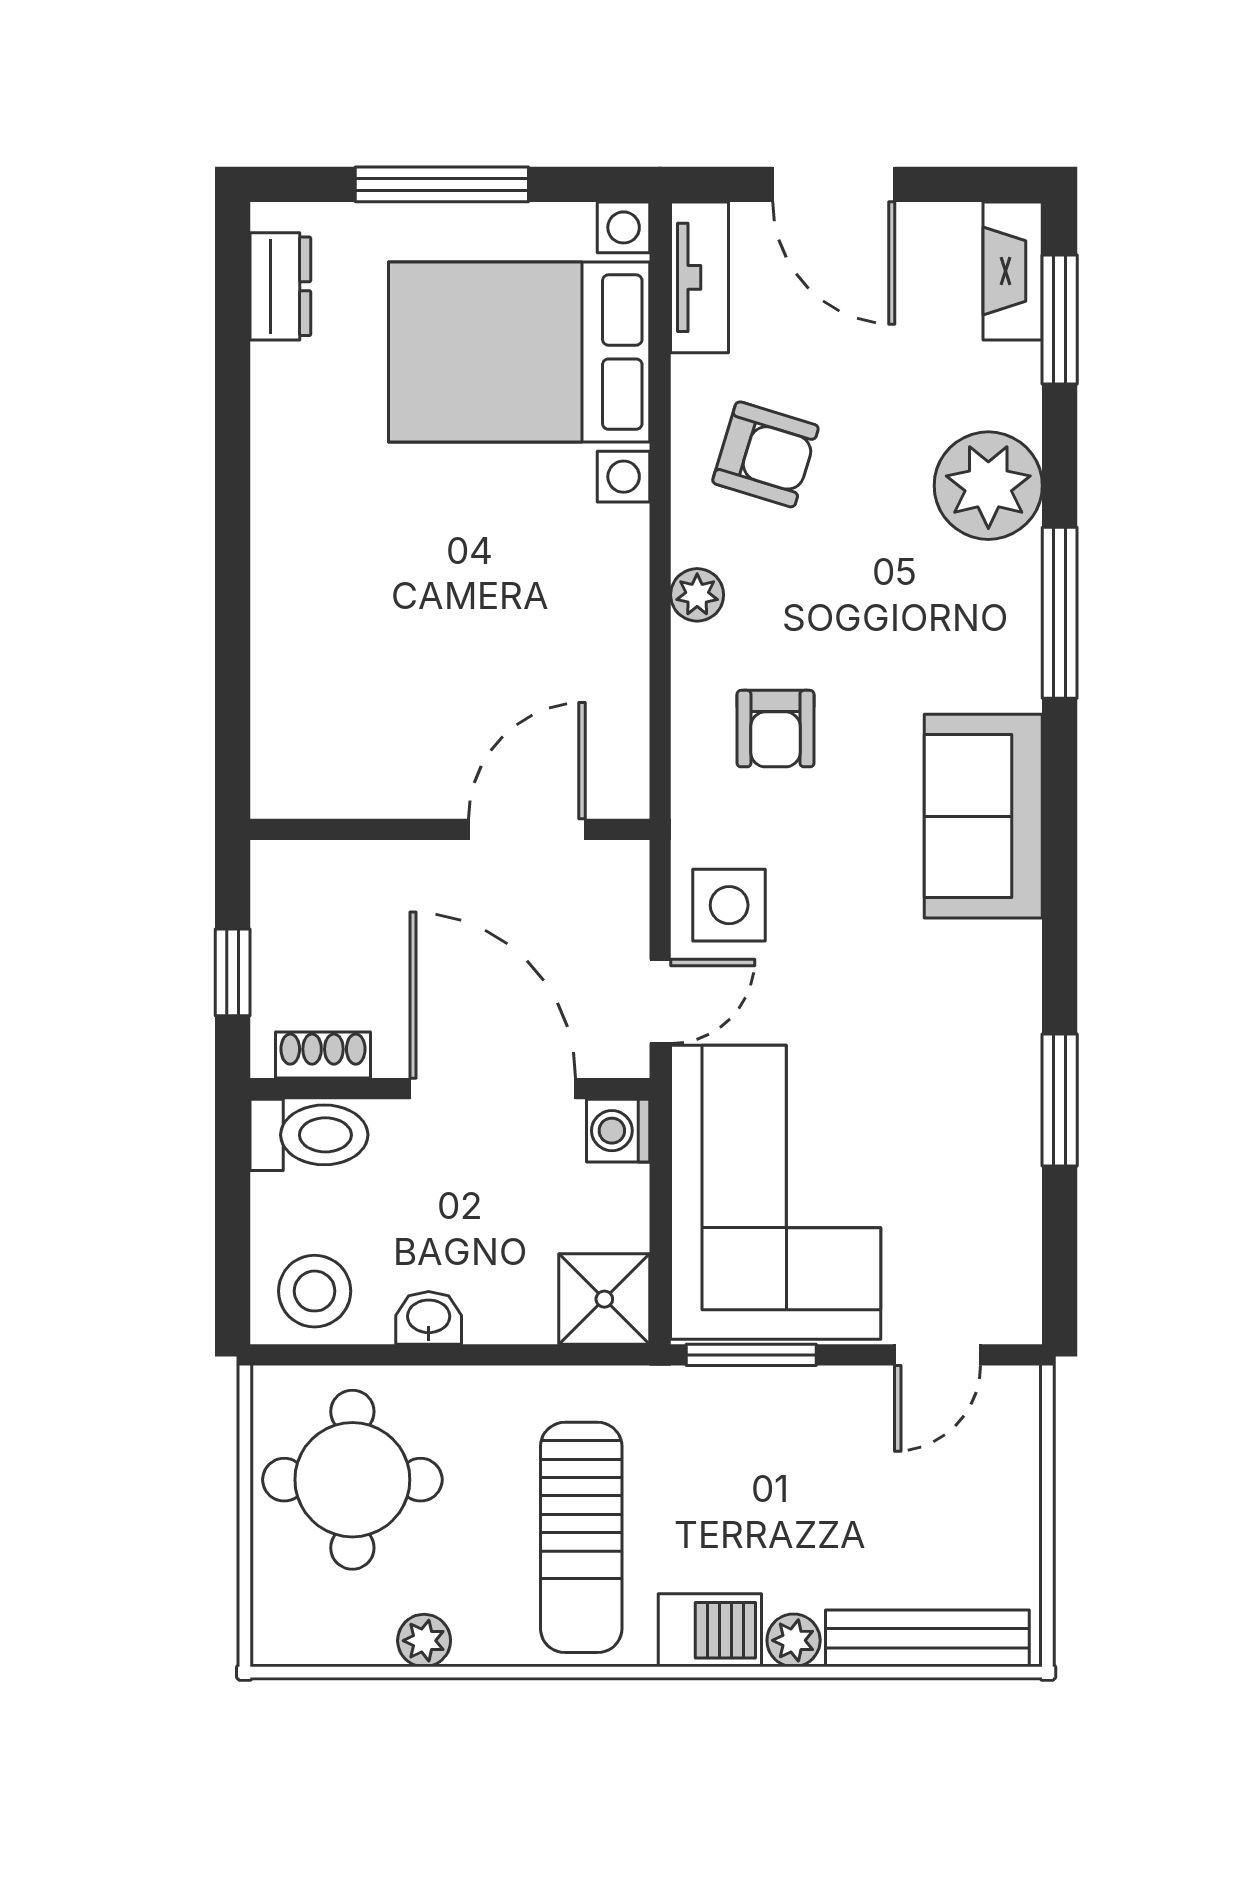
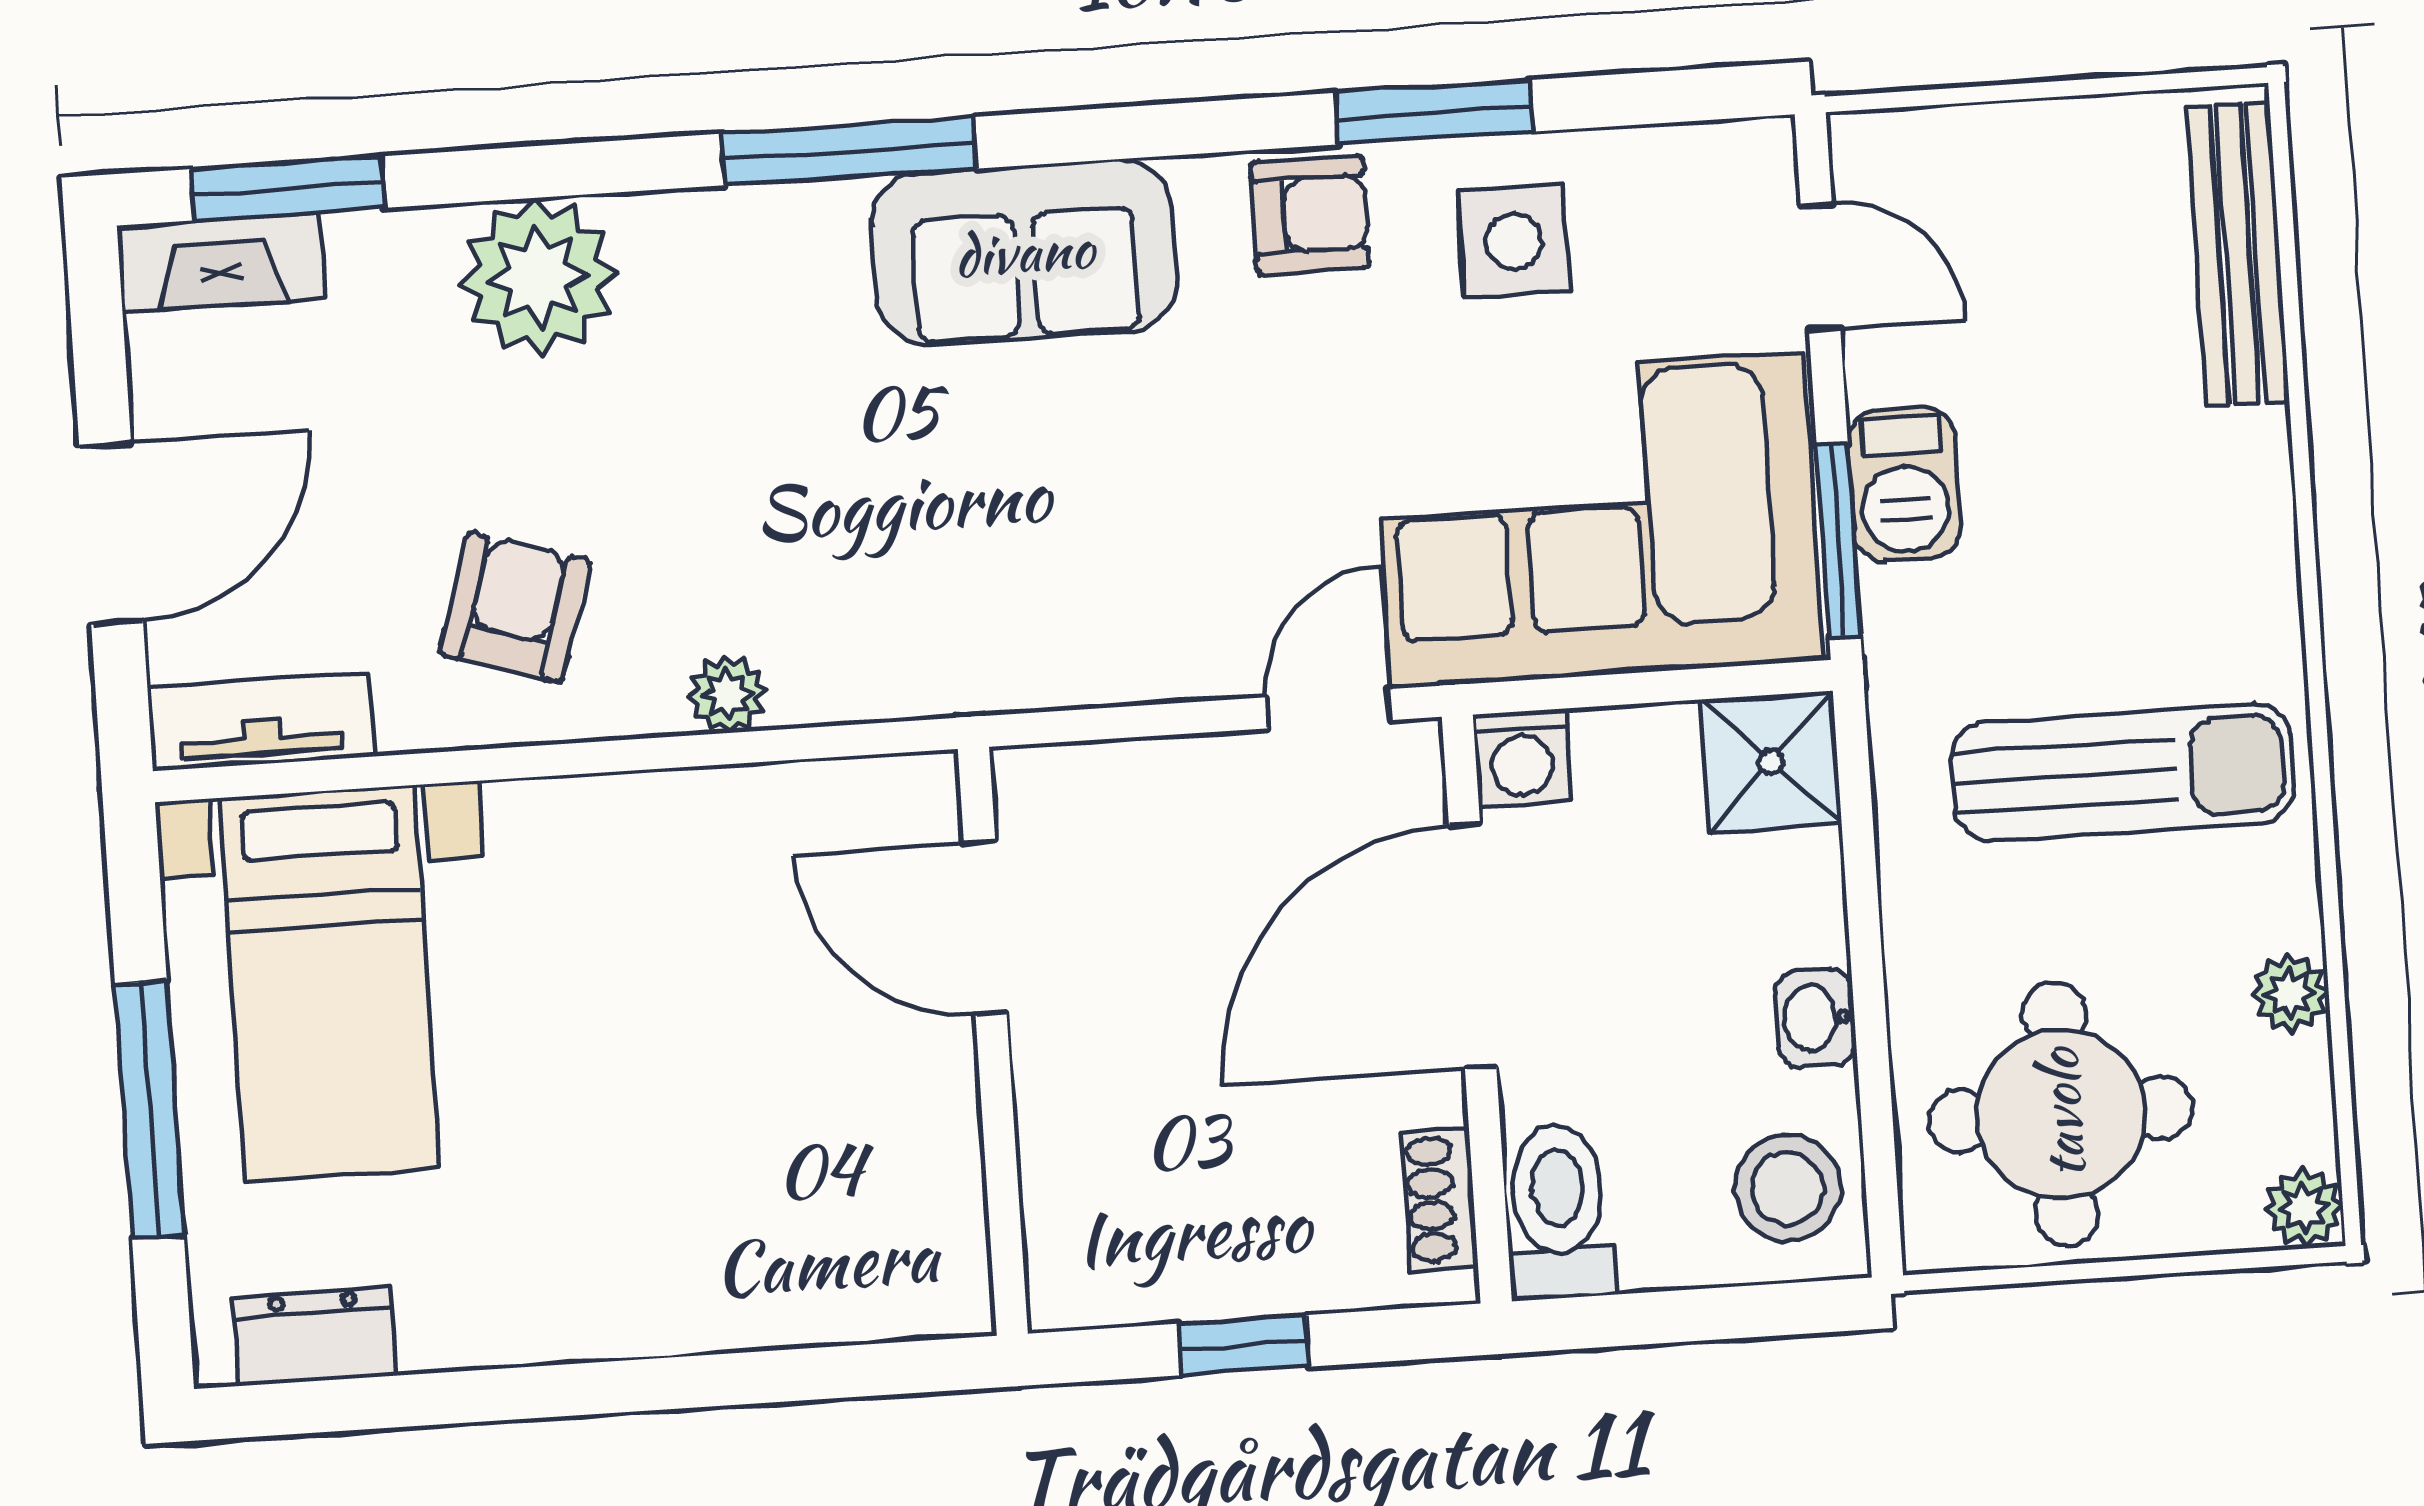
bed with nightstands: (519, 352) -> (330, 983), width x0.73
window: (1060, 613) -> (849, 151), moved
armchair: (775, 729) -> (1310, 215), moved
wall: (450, 829) -> (993, 1041), moved
door: (527, 829) -> (985, 928), moved
side table: (729, 905) -> (1514, 241), moved
window: (233, 972) -> (1244, 1345), moved
door: (660, 1001) -> (1328, 709), hinge flipped
barbecue: (710, 1630) -> (1904, 484), moved, turned 180
plant: (794, 1640) -> (2304, 1208), moved

